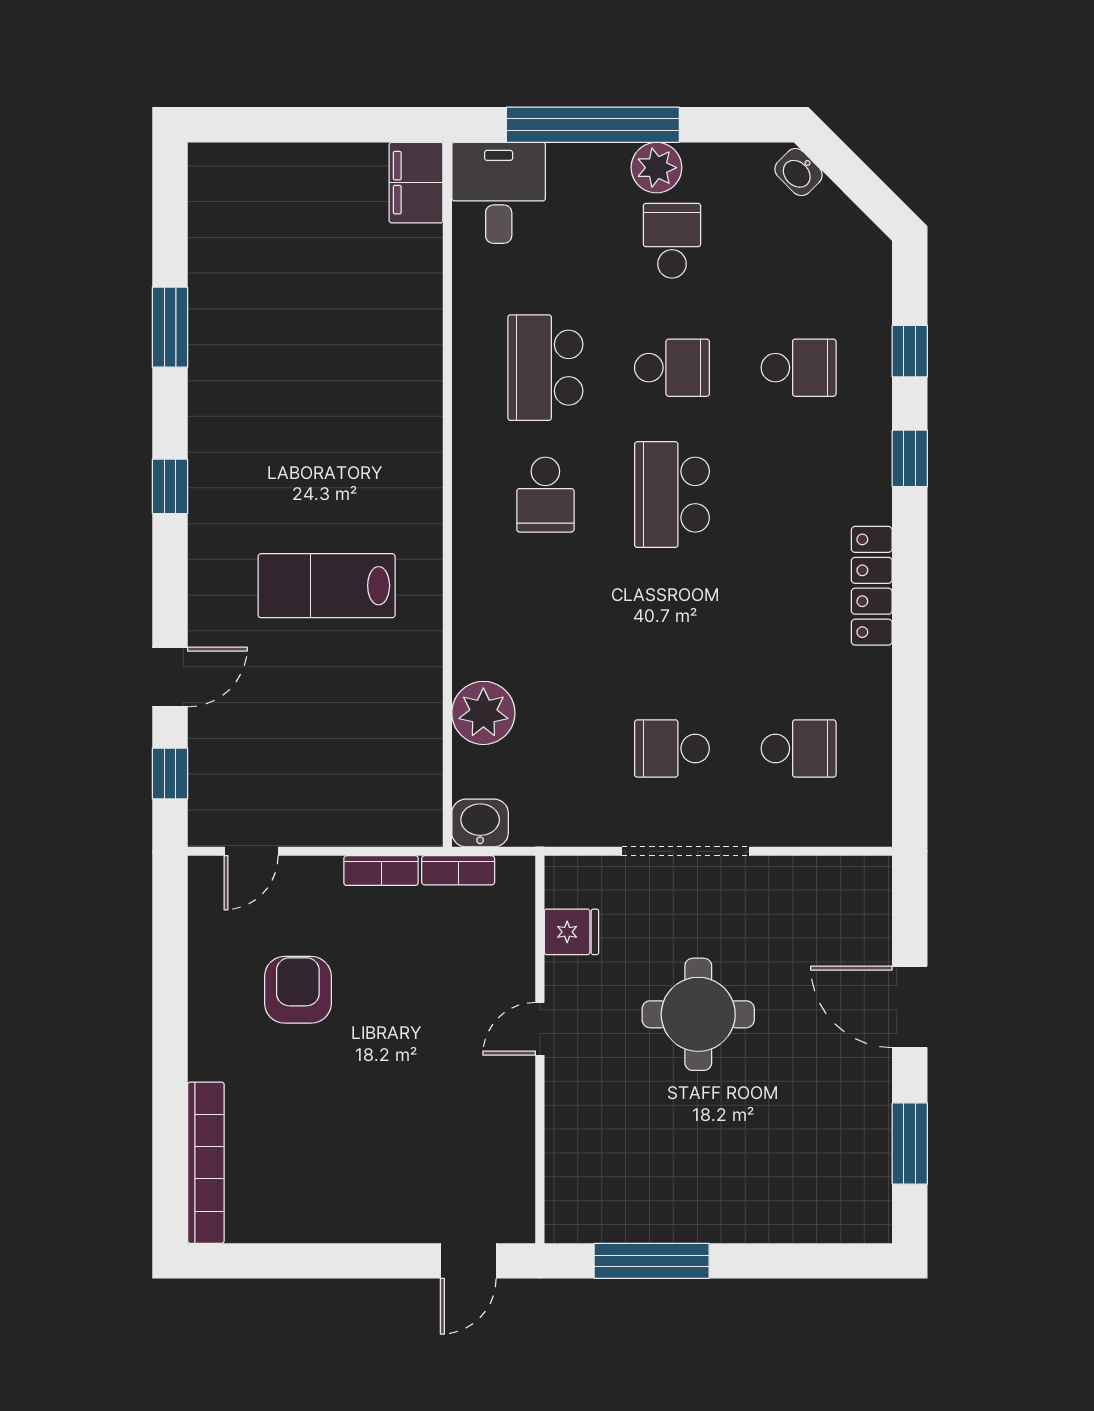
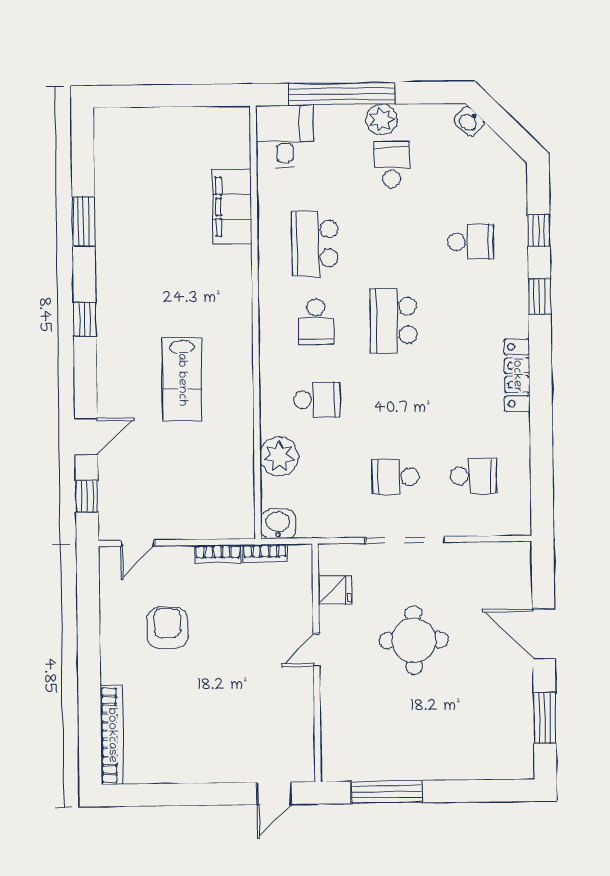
filing cabinet: (416, 183) -> (232, 207), moved, width x1.50, depth x1.17
school desk: (672, 368) -> (317, 400), moved
lab bench: (327, 586) -> (182, 379), turned -90

